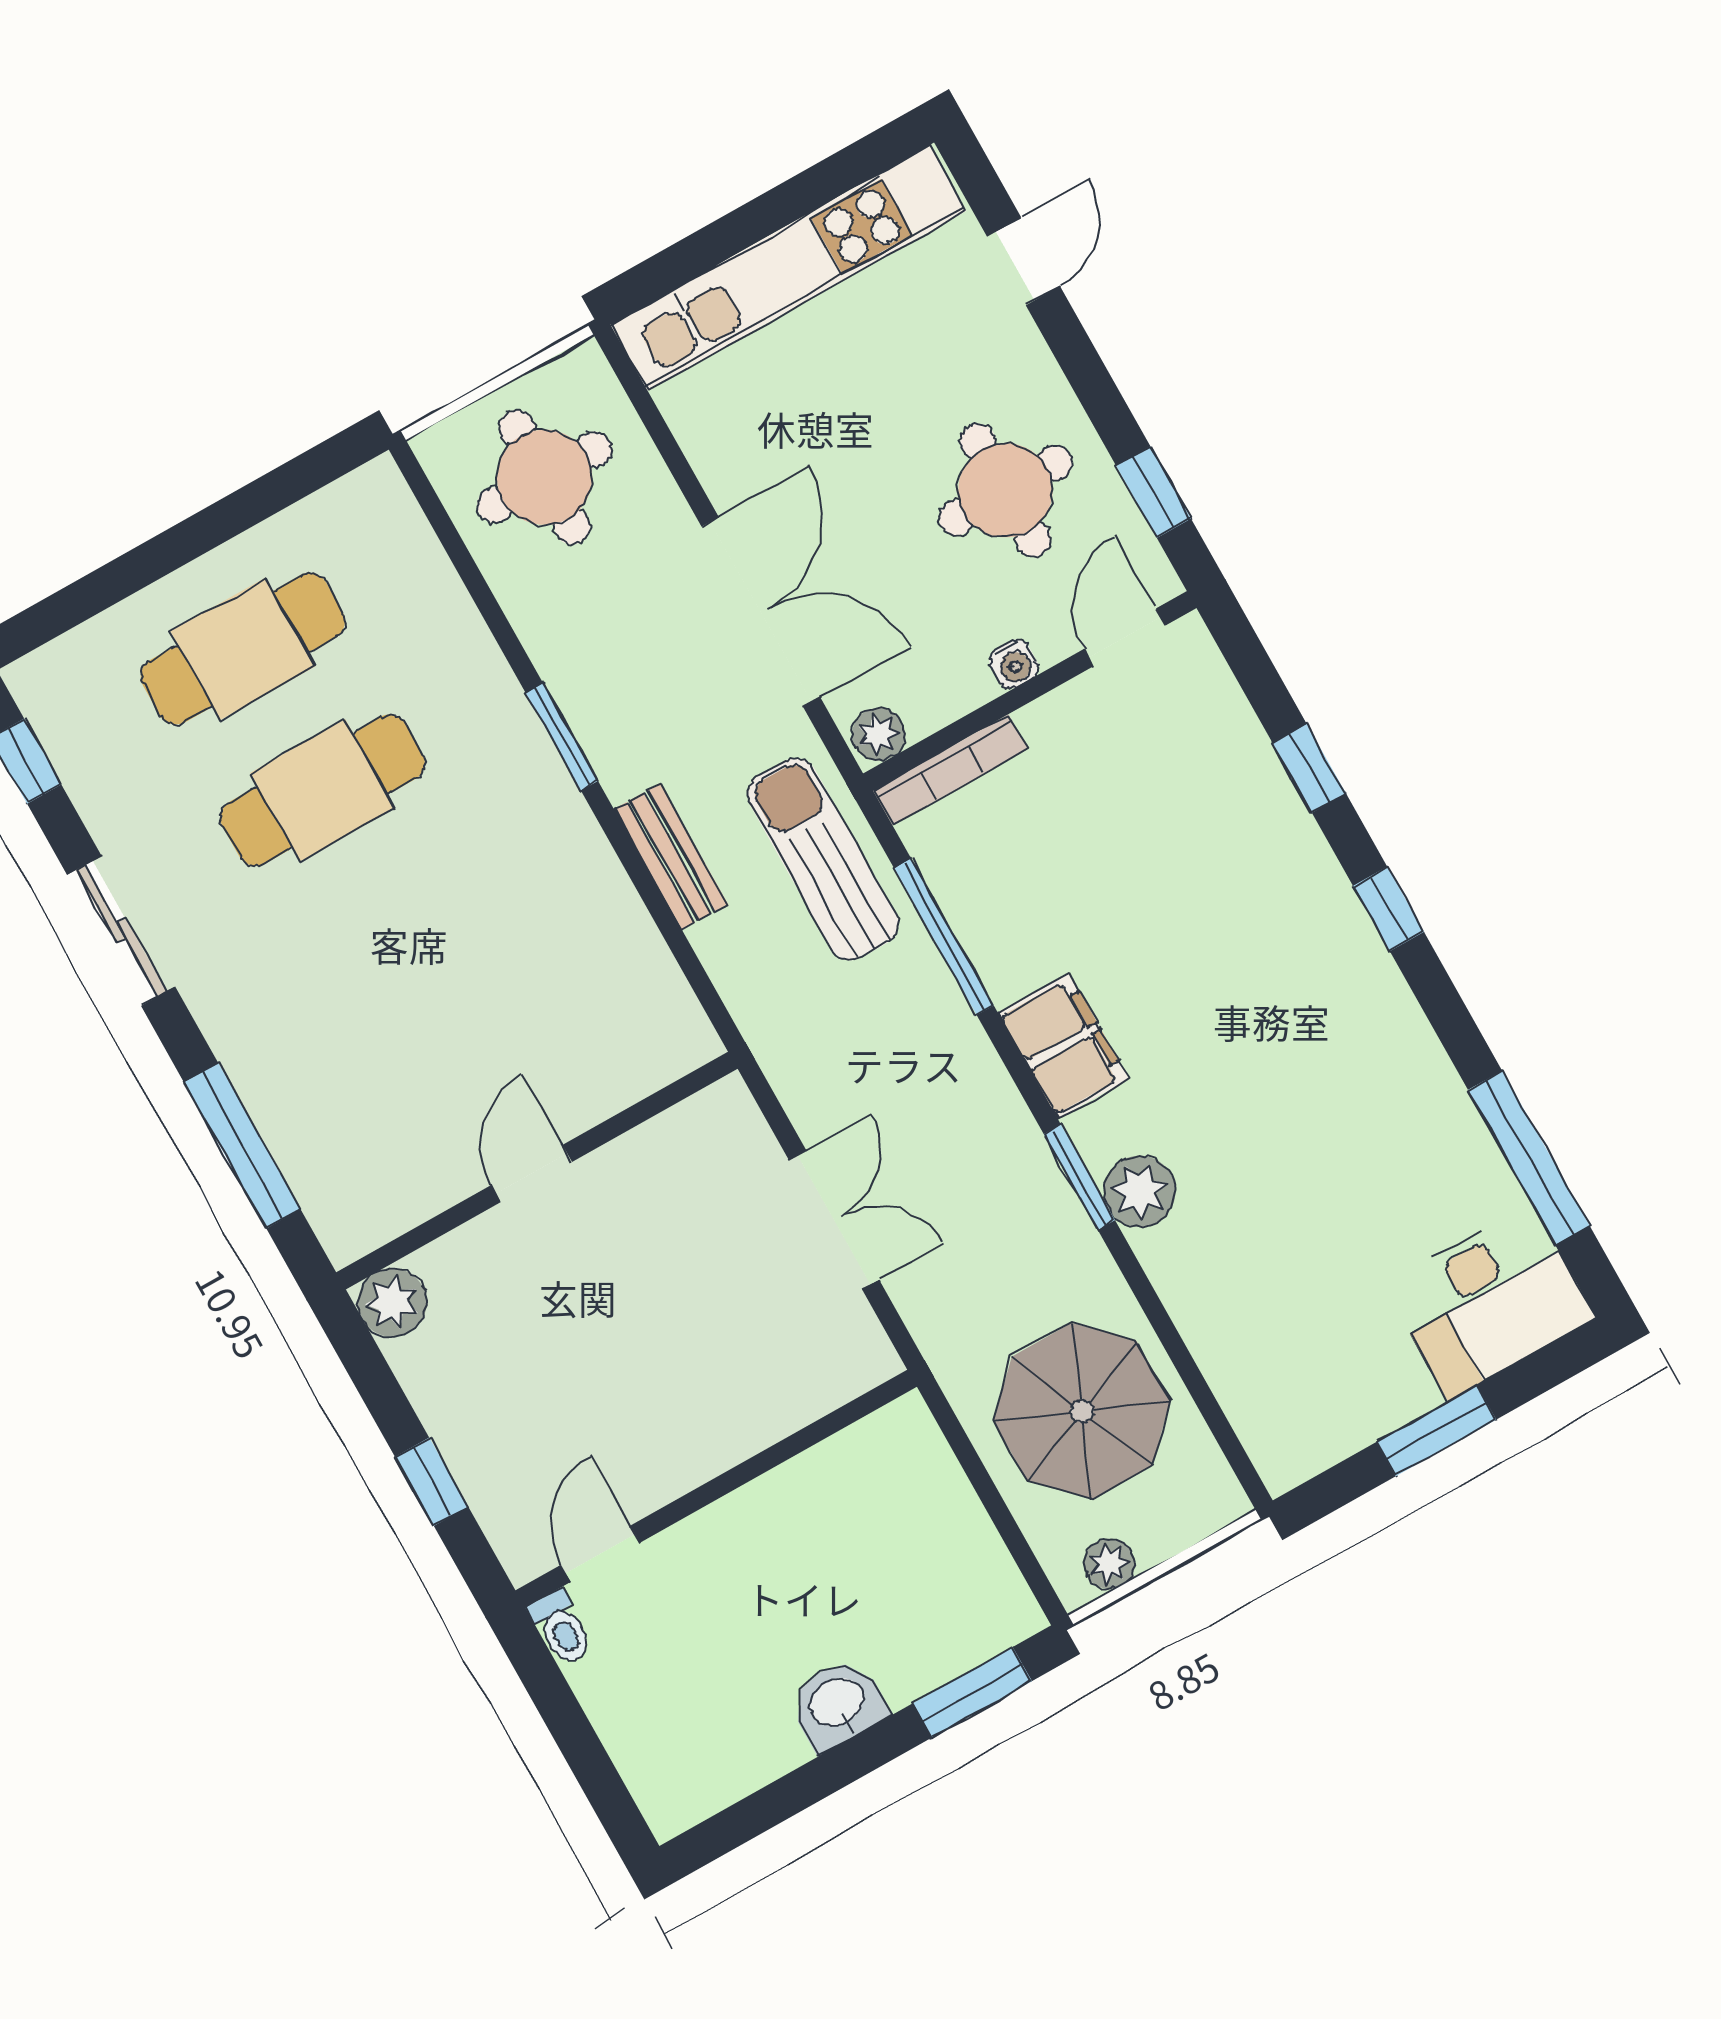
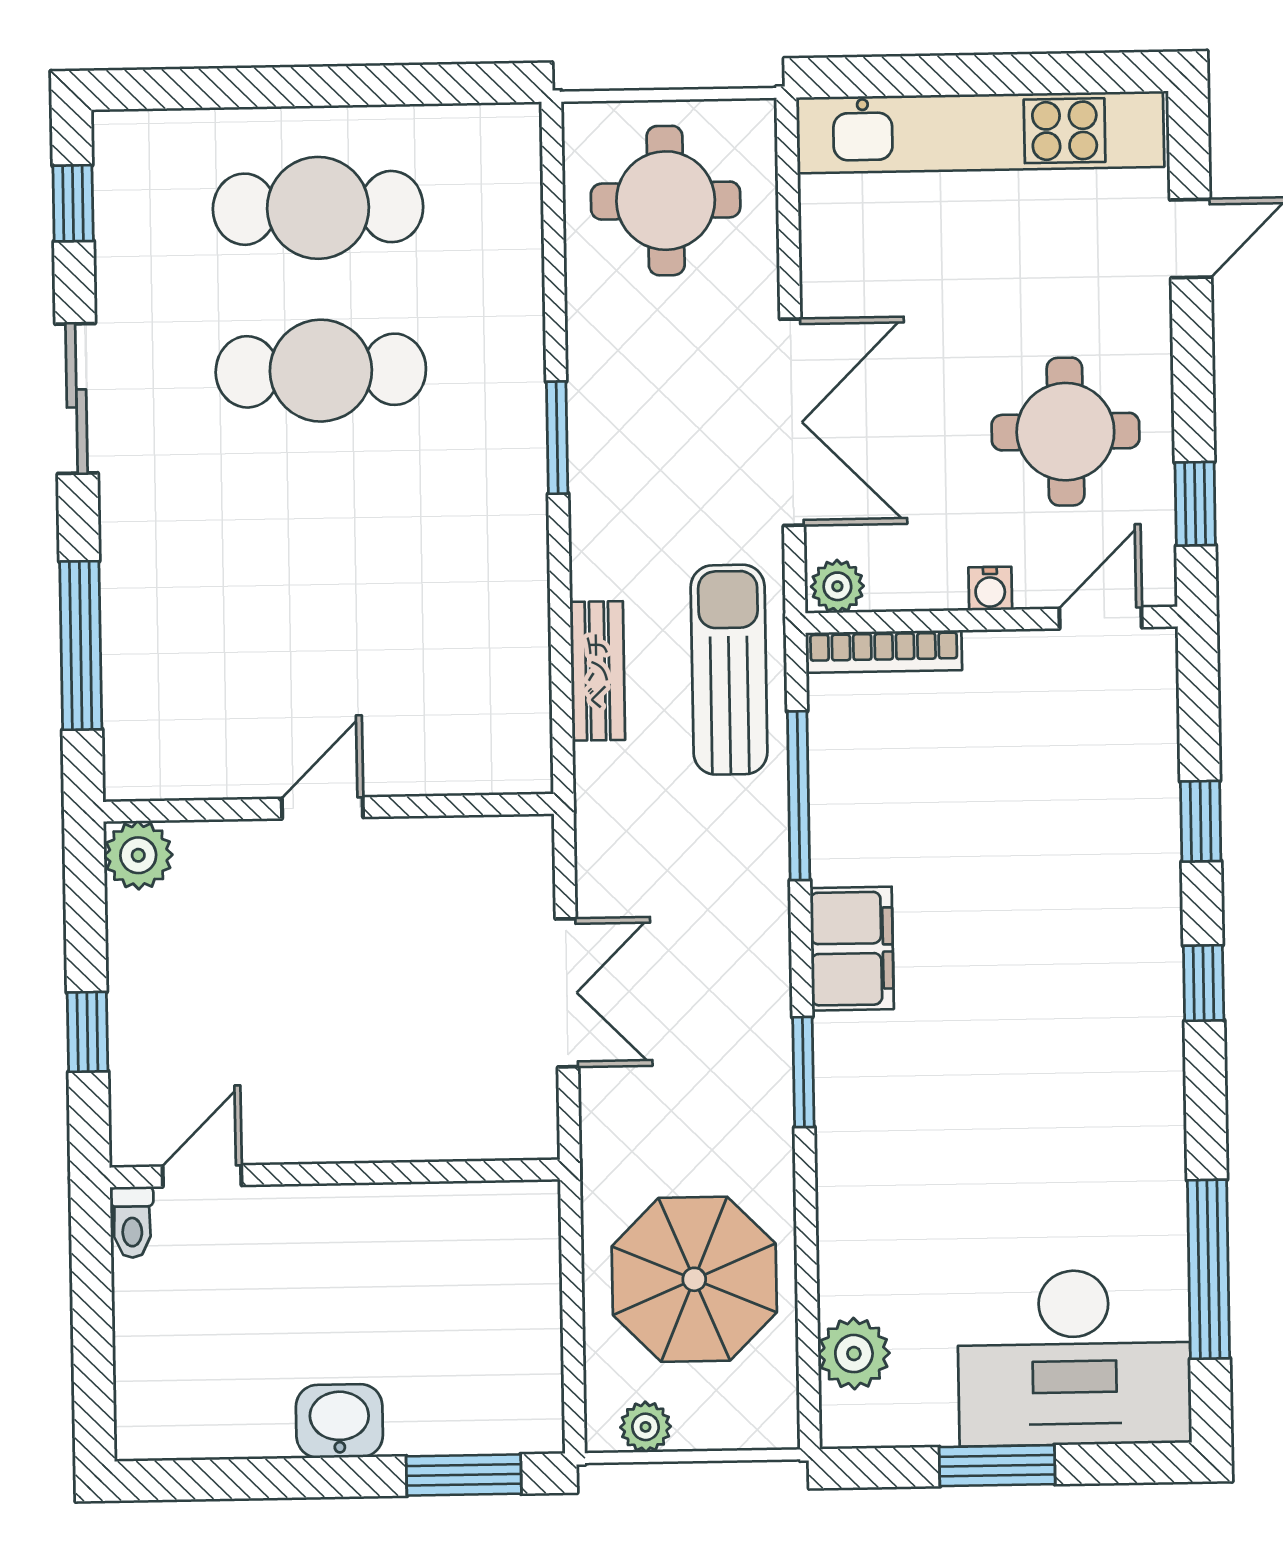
bench: (671, 857) -> (598, 671), moved
plant: (1140, 1191) -> (854, 1354), moved
desk: (1490, 1302) -> (1074, 1358), width x1.36, depth x1.30

